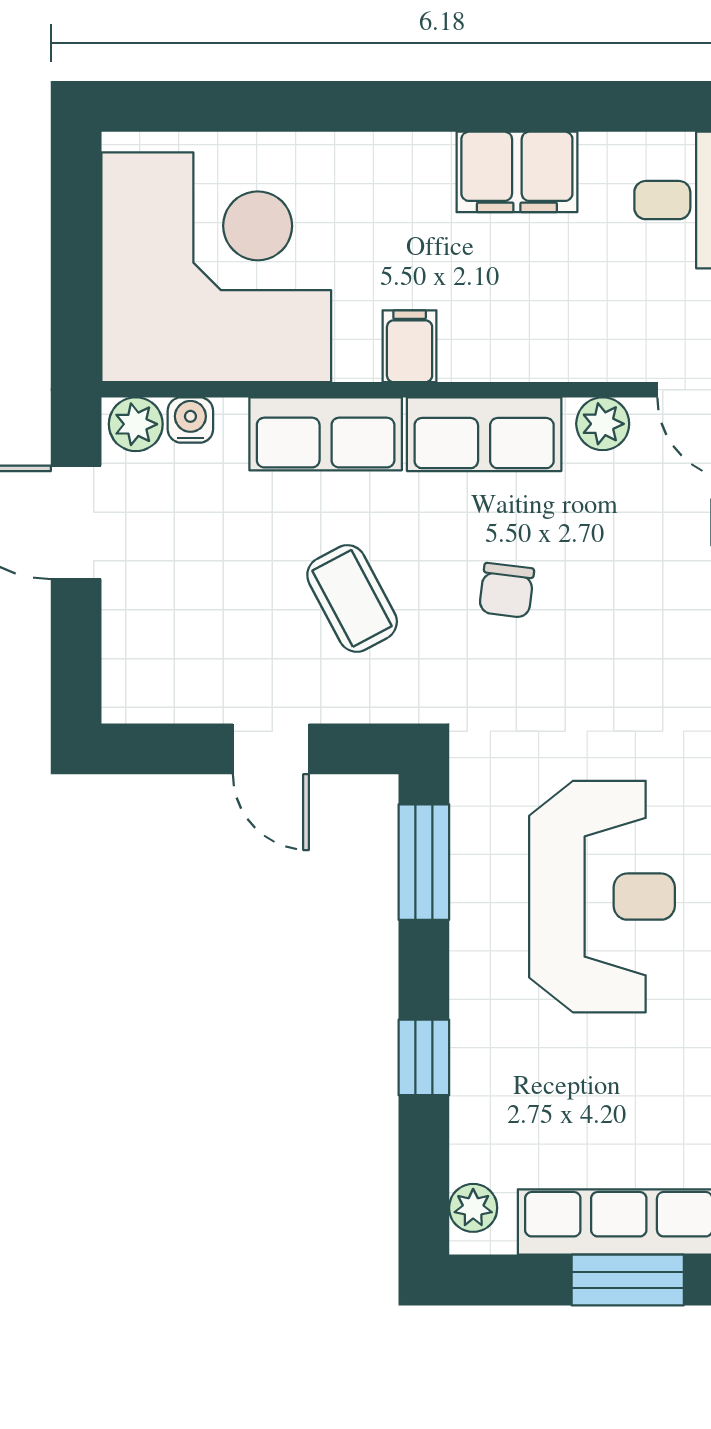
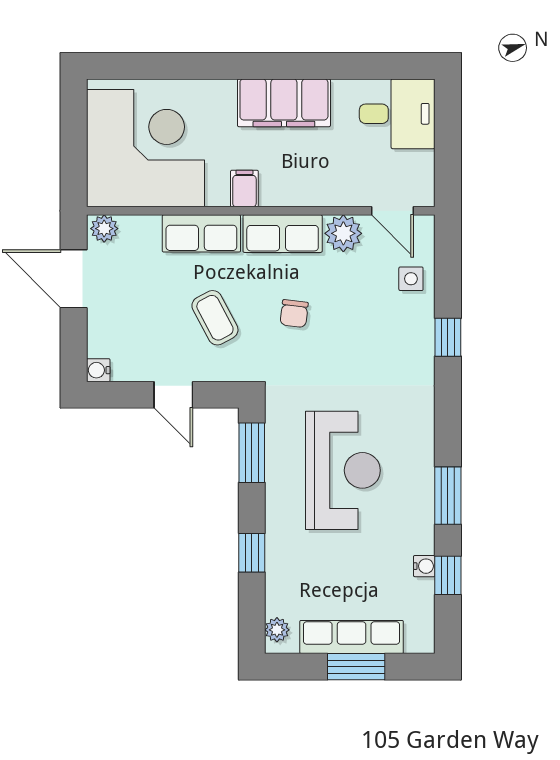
filing cabinet: (517, 172) -> (284, 103), width x1.50, depth x1.17
water cooler: (190, 420) -> (98, 370), moved, turned -90
plant: (603, 424) -> (343, 233), width x1.38, depth x1.38

